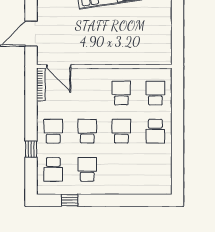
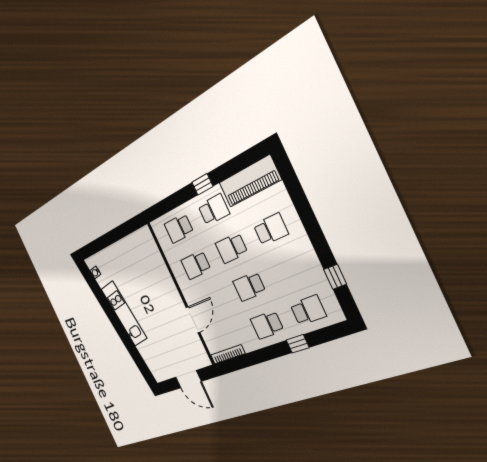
door: (59, 66) -> (193, 320), moved
window: (178, 132) -> (202, 184), added
school desk: (87, 169) -> (271, 229), moved, turned 180
piano: (161, 170) -> (250, 181), added

